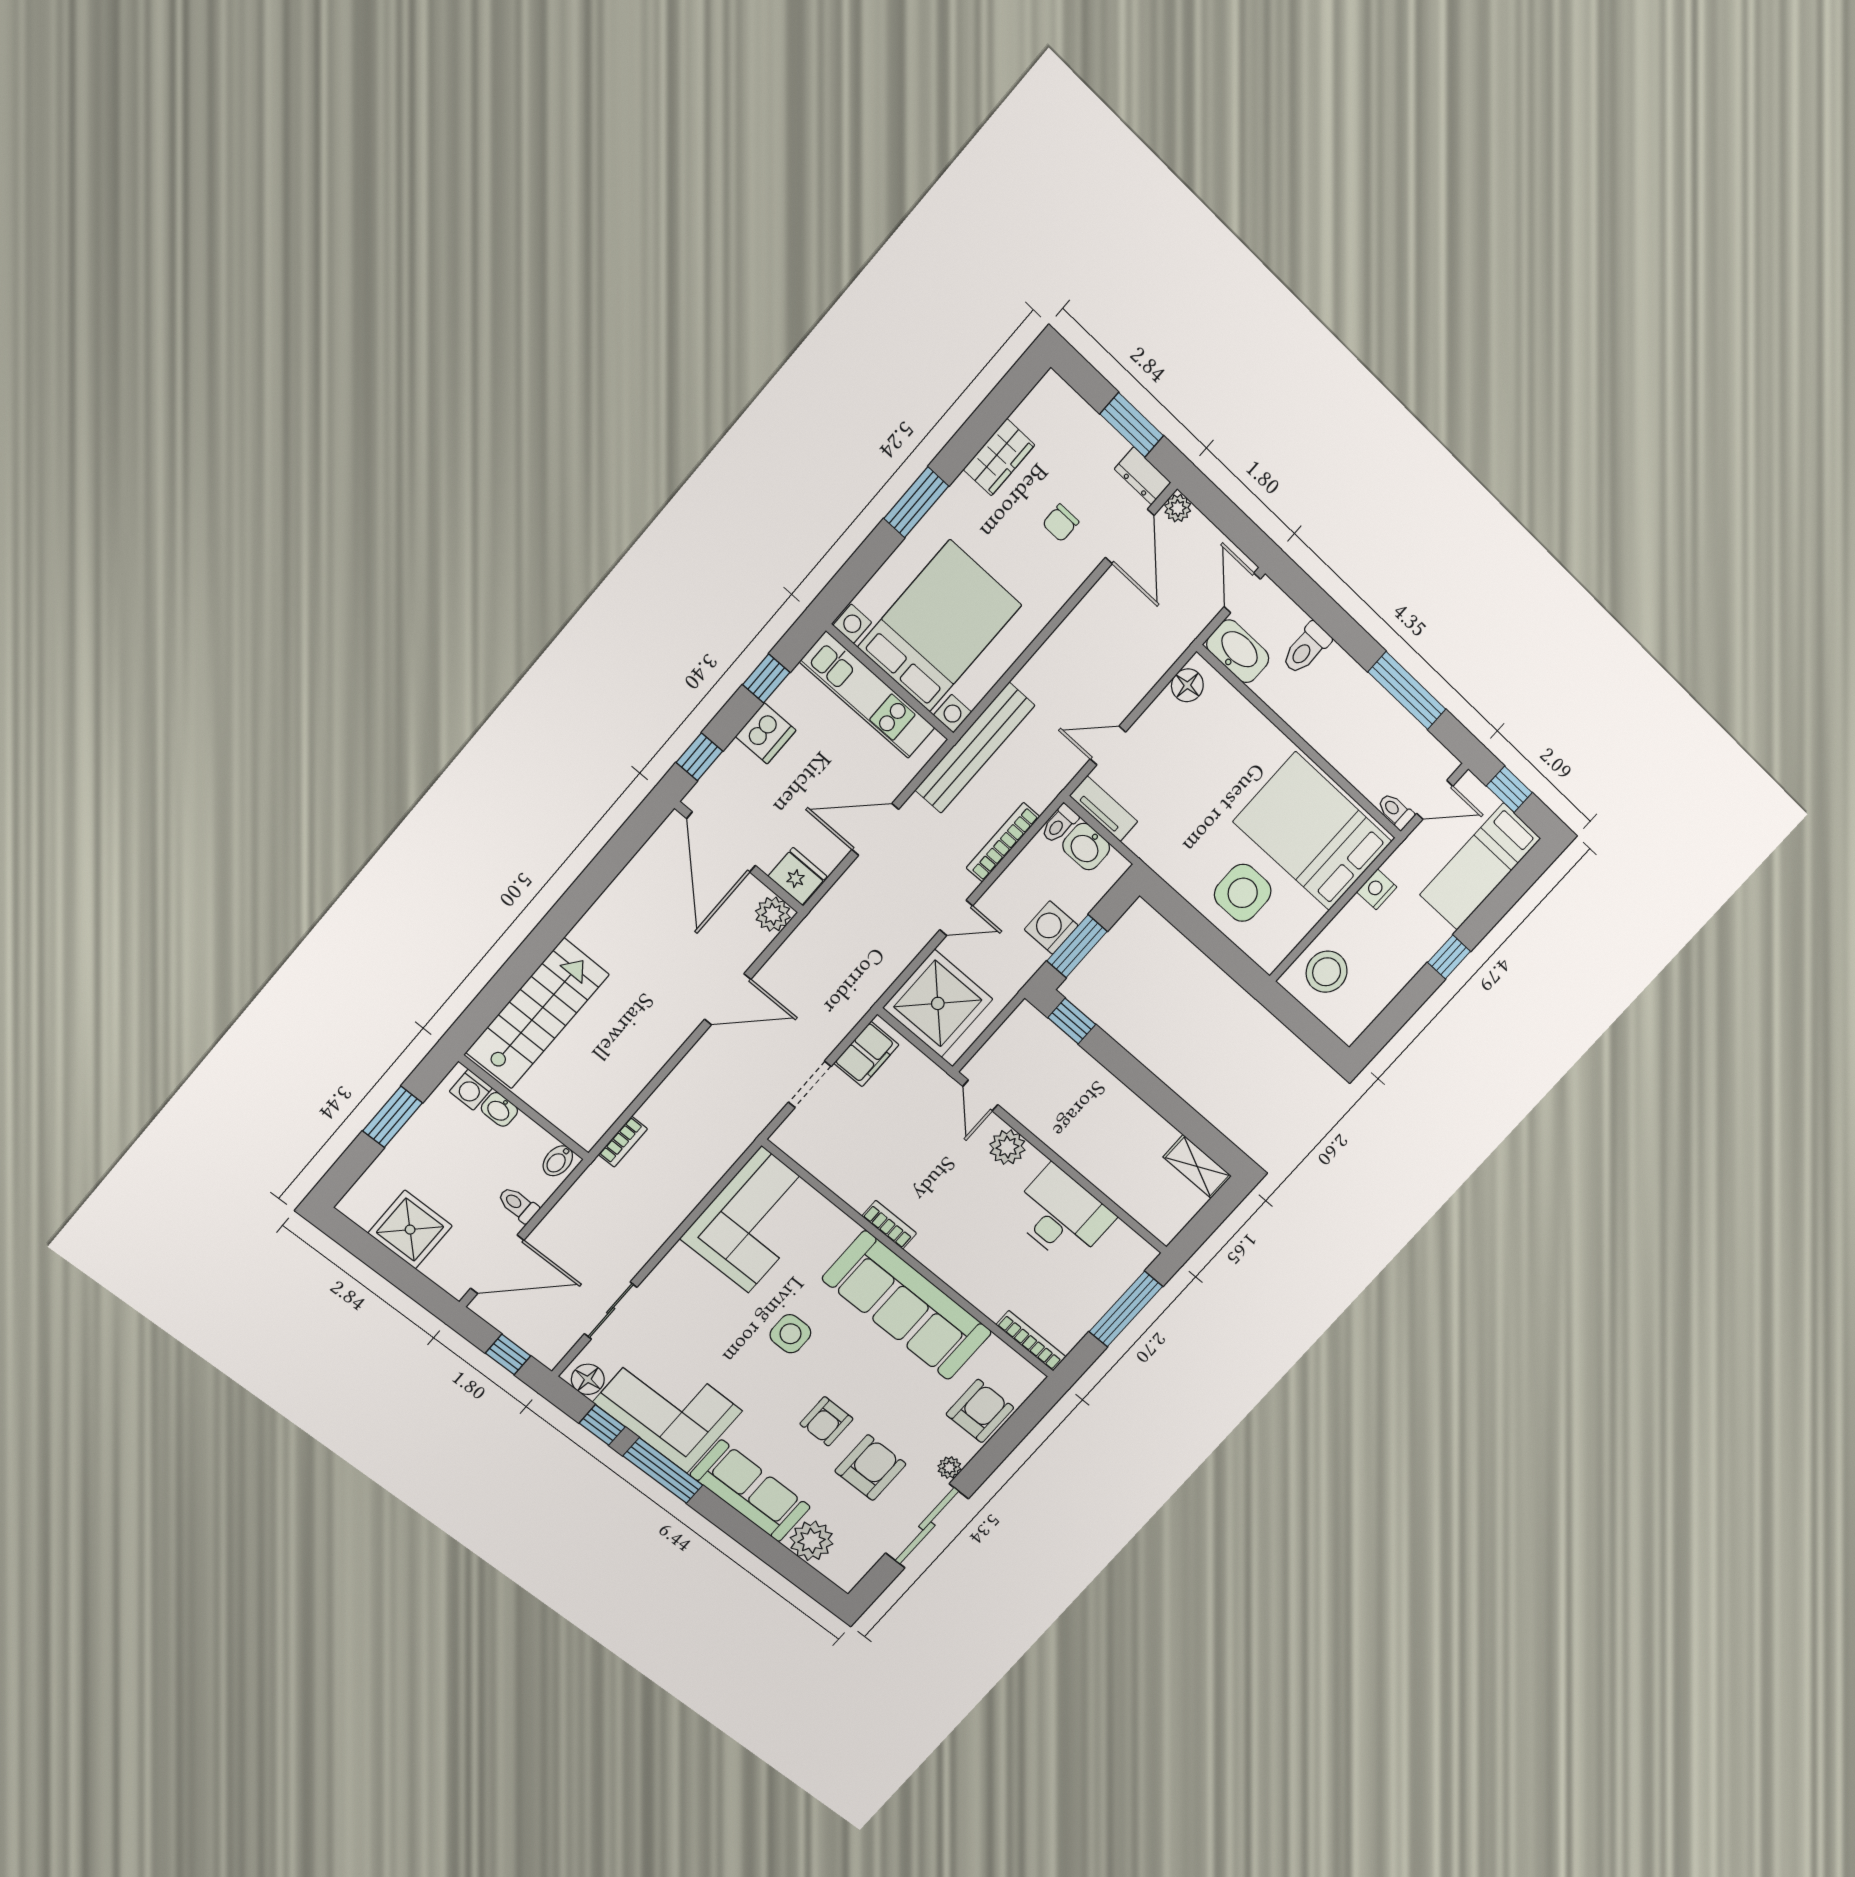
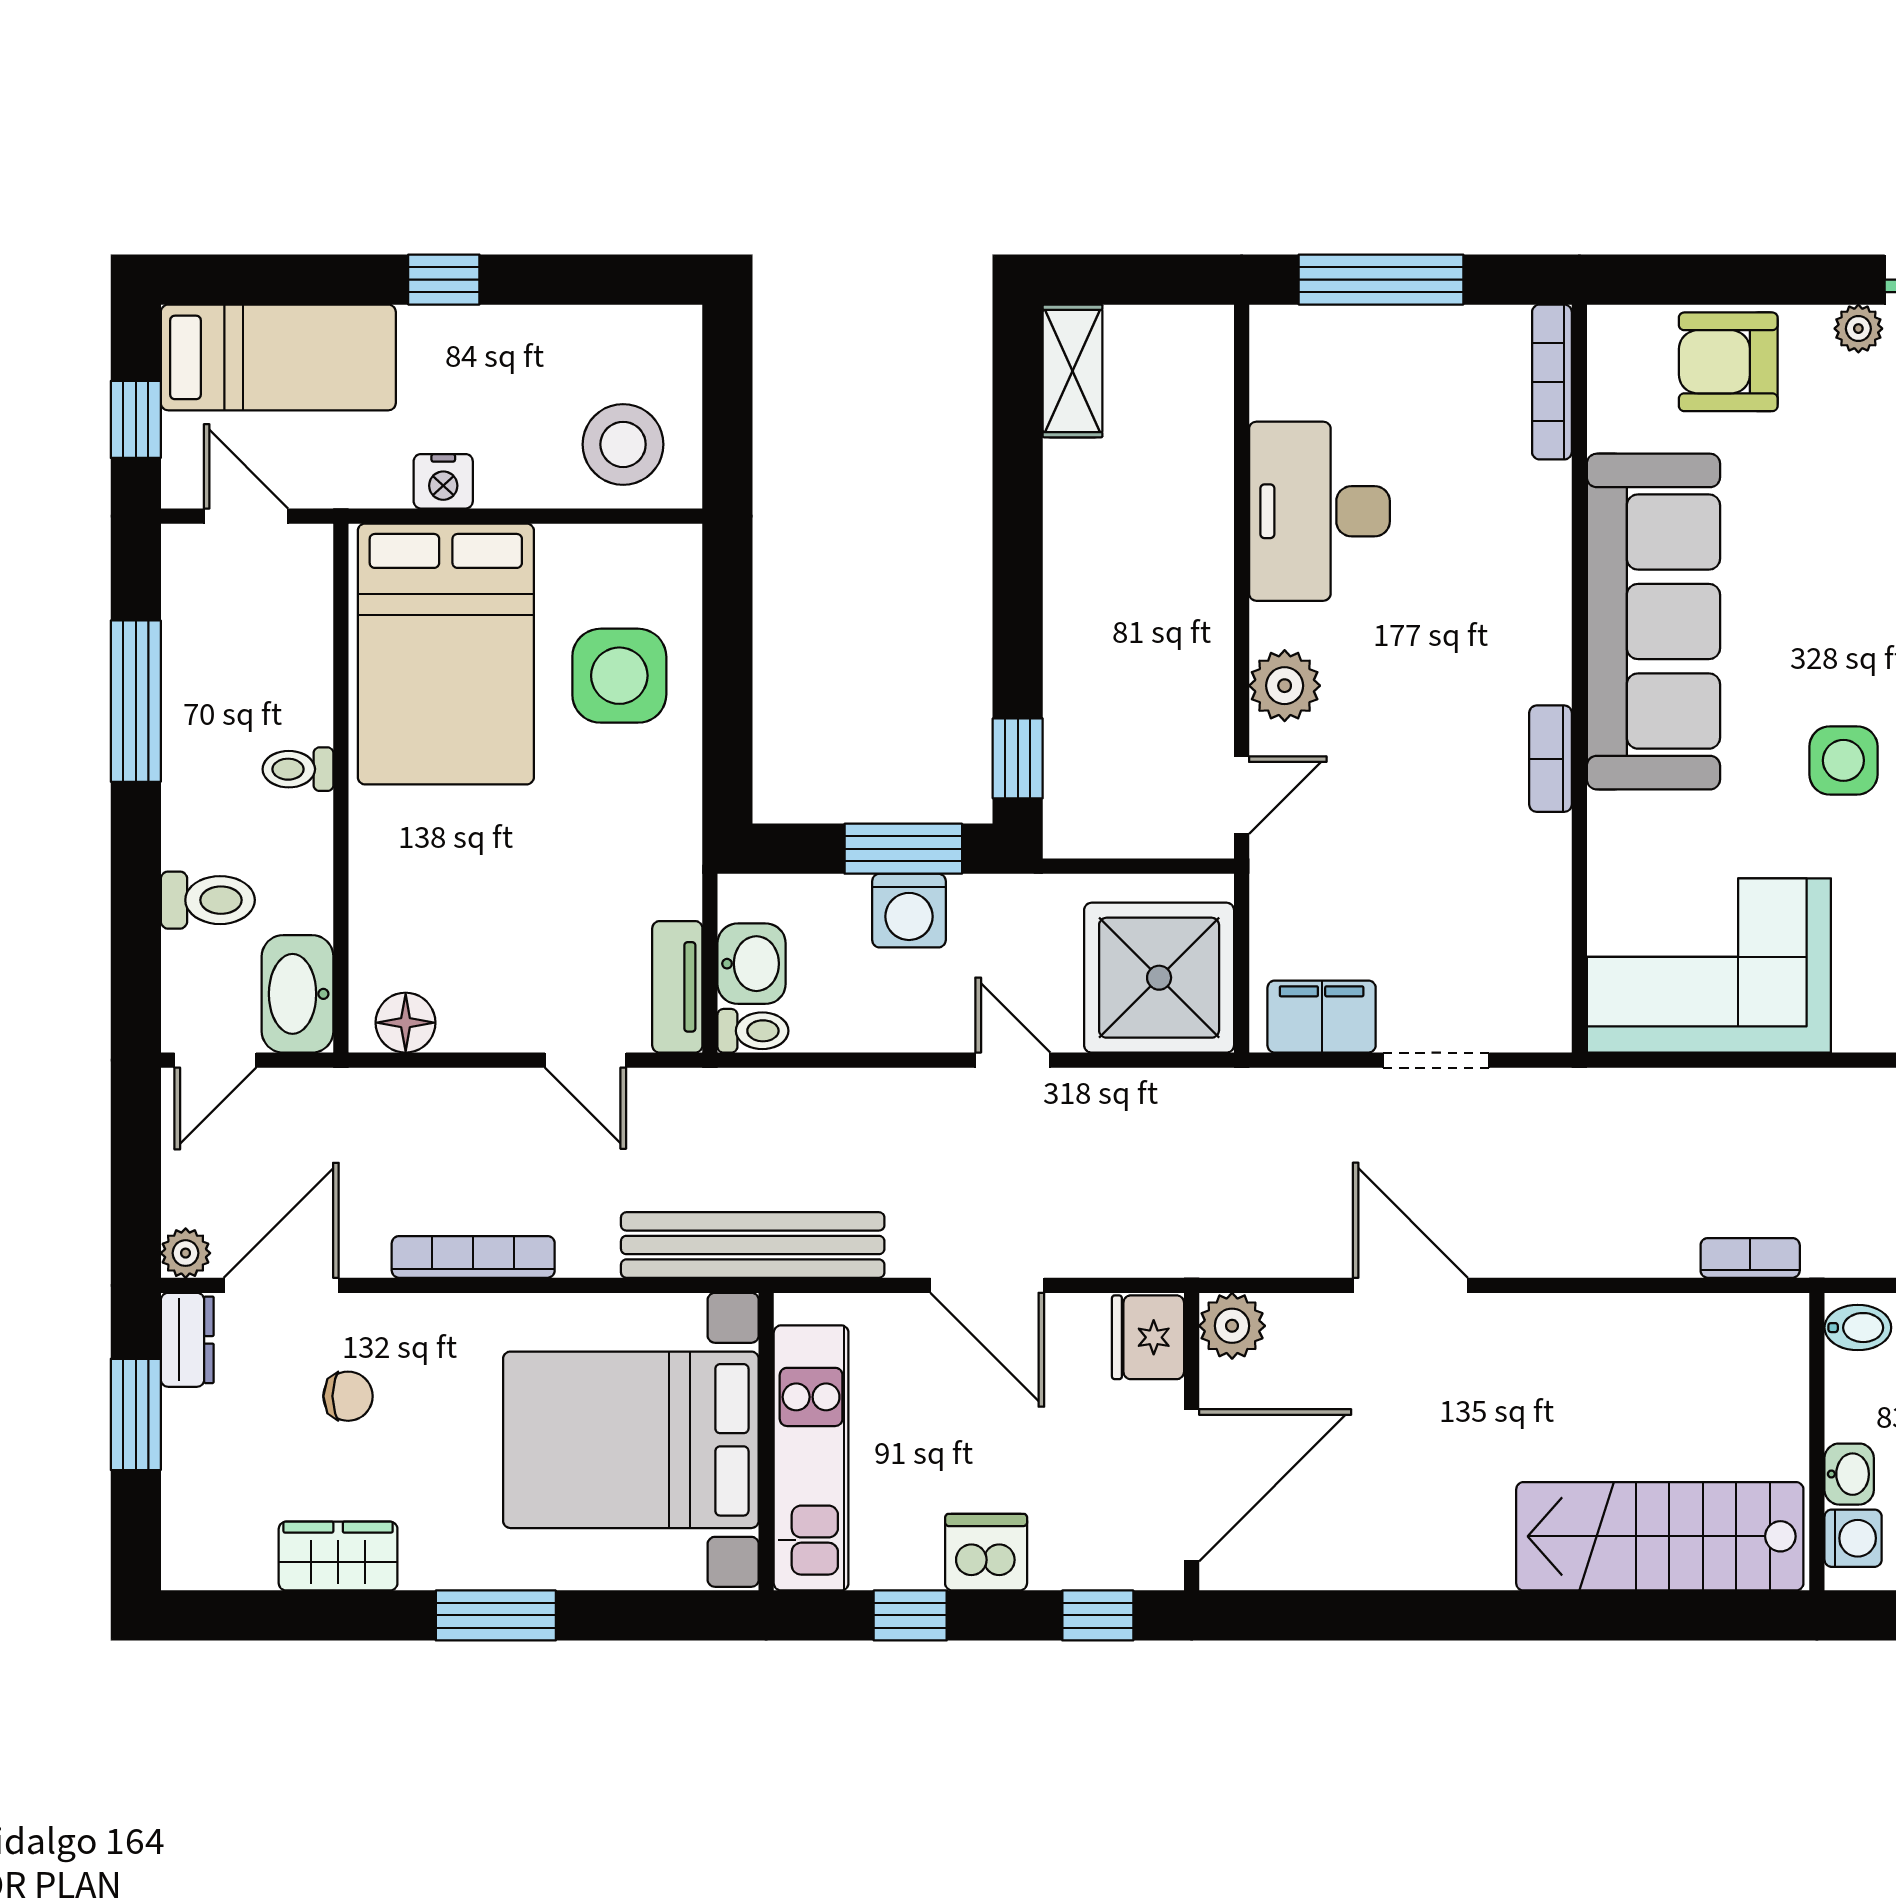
toilet: (1396, 811) -> (298, 769), moved, turned 90
bookcase: (1003, 842) -> (473, 1257), moved, turned 180

